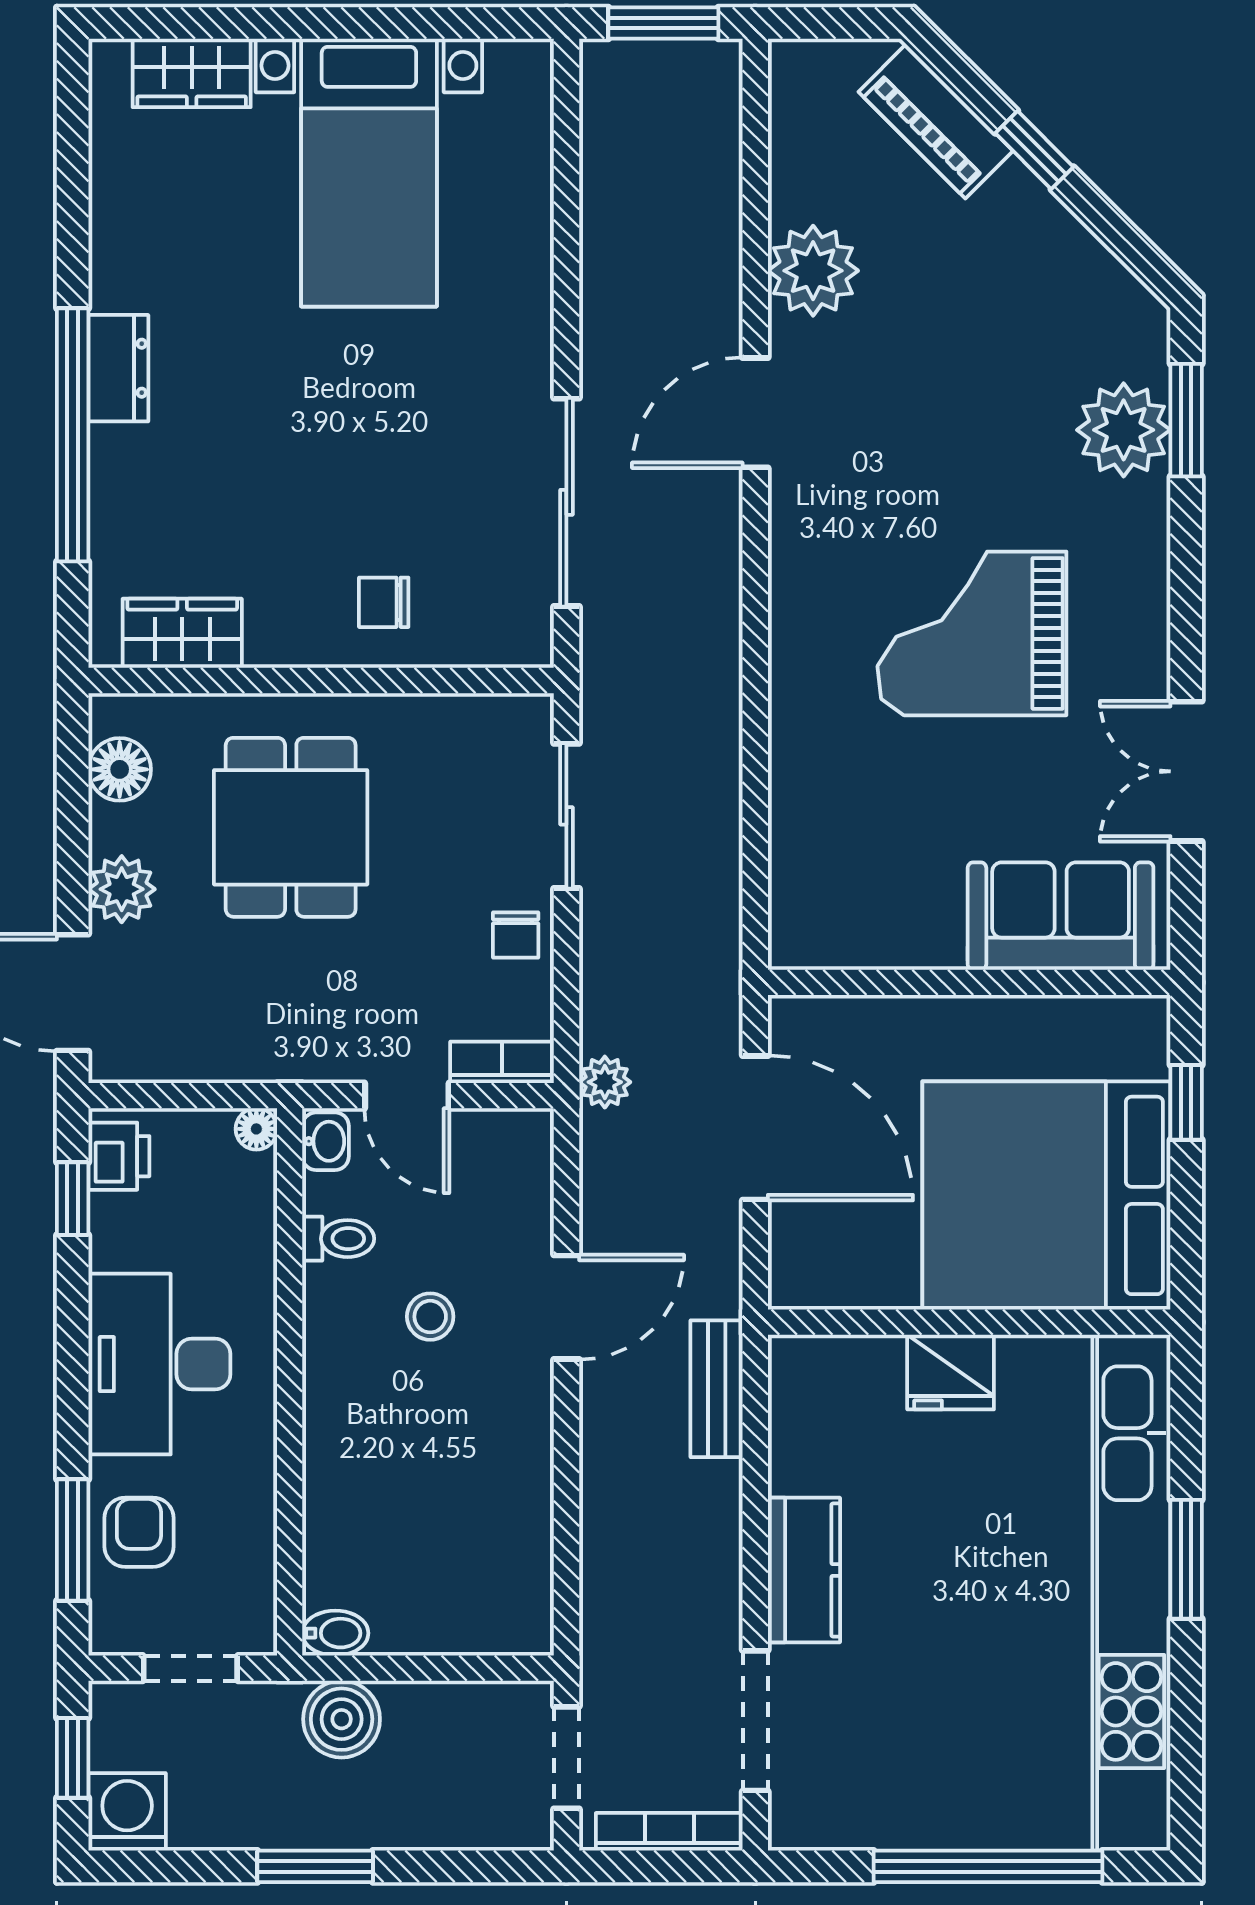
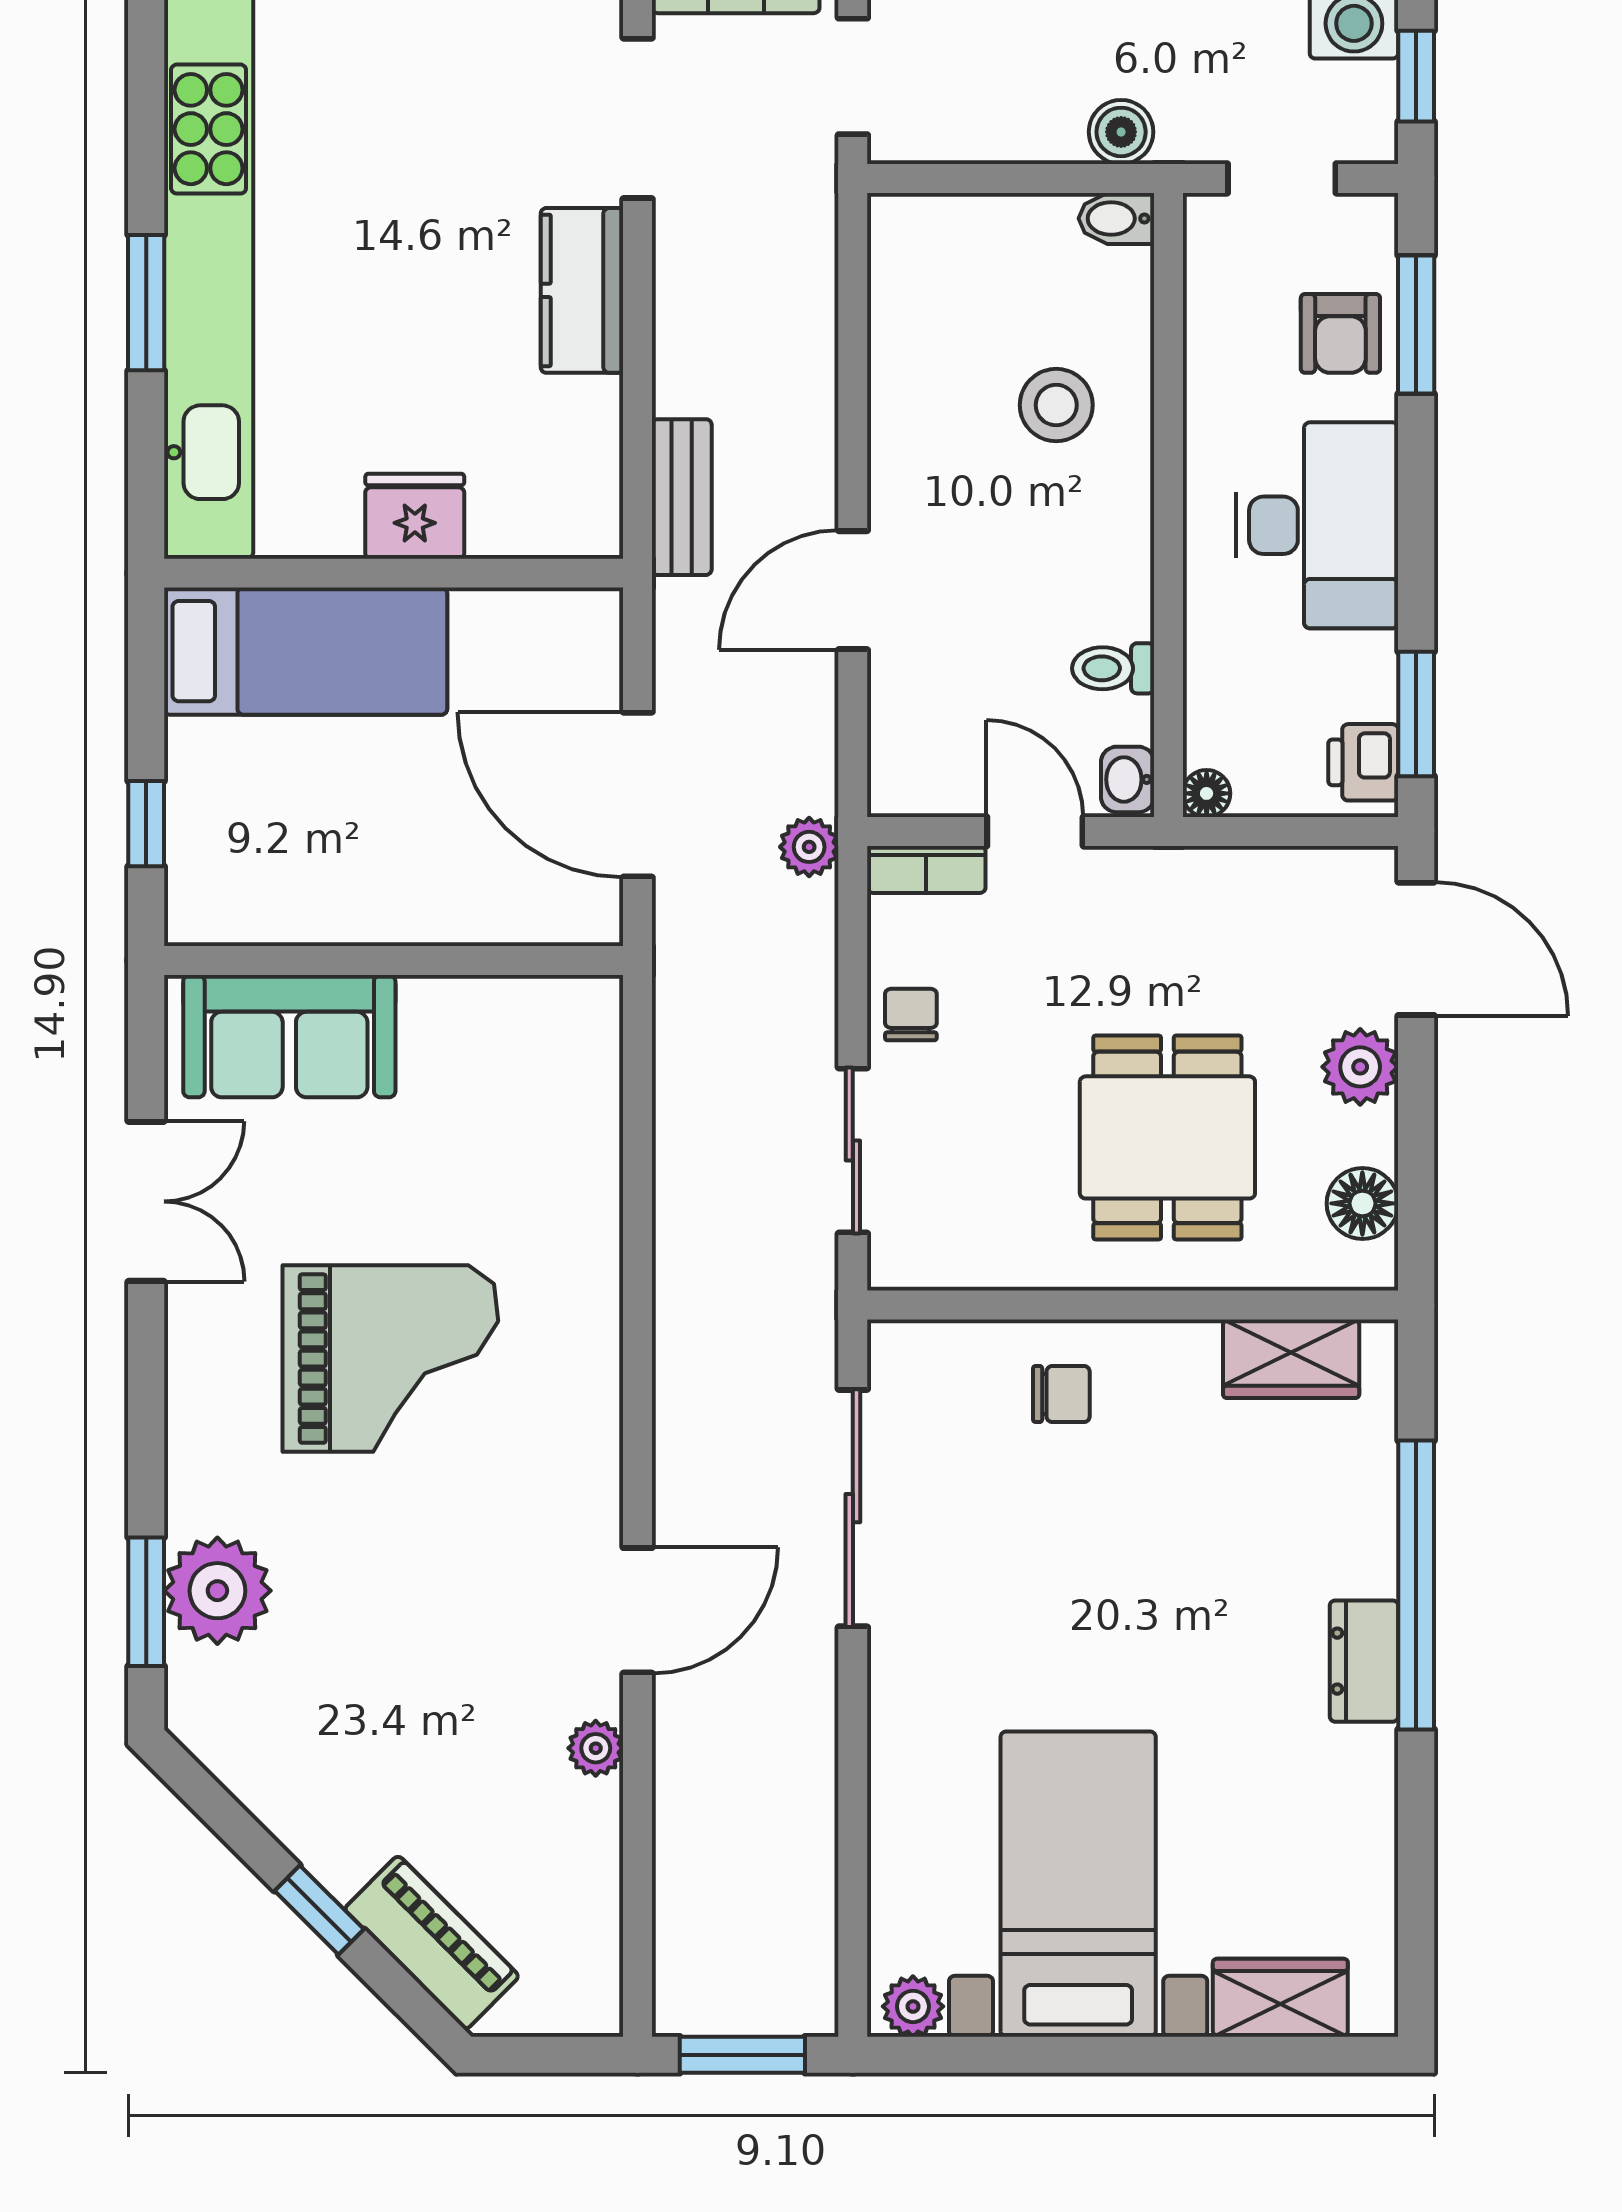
plant: (514, 65) -> (913, 2006), added
plant: (813, 271) -> (596, 1748), width x0.53, depth x0.53
bed: (1046, 1195) -> (306, 651), width x0.49
window: (73, 1199) -> (1416, 714), width x1.50
stool: (430, 1317) -> (1056, 405), moved, width x1.37, depth x1.37
boiler: (342, 1719) -> (1121, 132), width x0.73, depth x0.73

